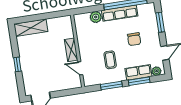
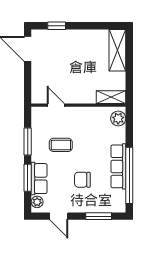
plant: (96, 17) -> (118, 119), moved
shelving: (71, 50) -> (111, 97), moved
window: (17, 64) -> (57, 26), moved
door: (80, 68) -> (56, 105), hinge flipped

